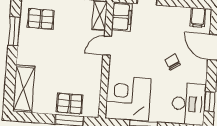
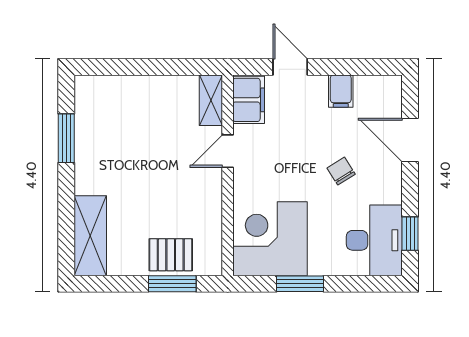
filing cabinet: (198, 17) -> (341, 91), moved
pallet: (41, 19) -> (111, 114), removed

